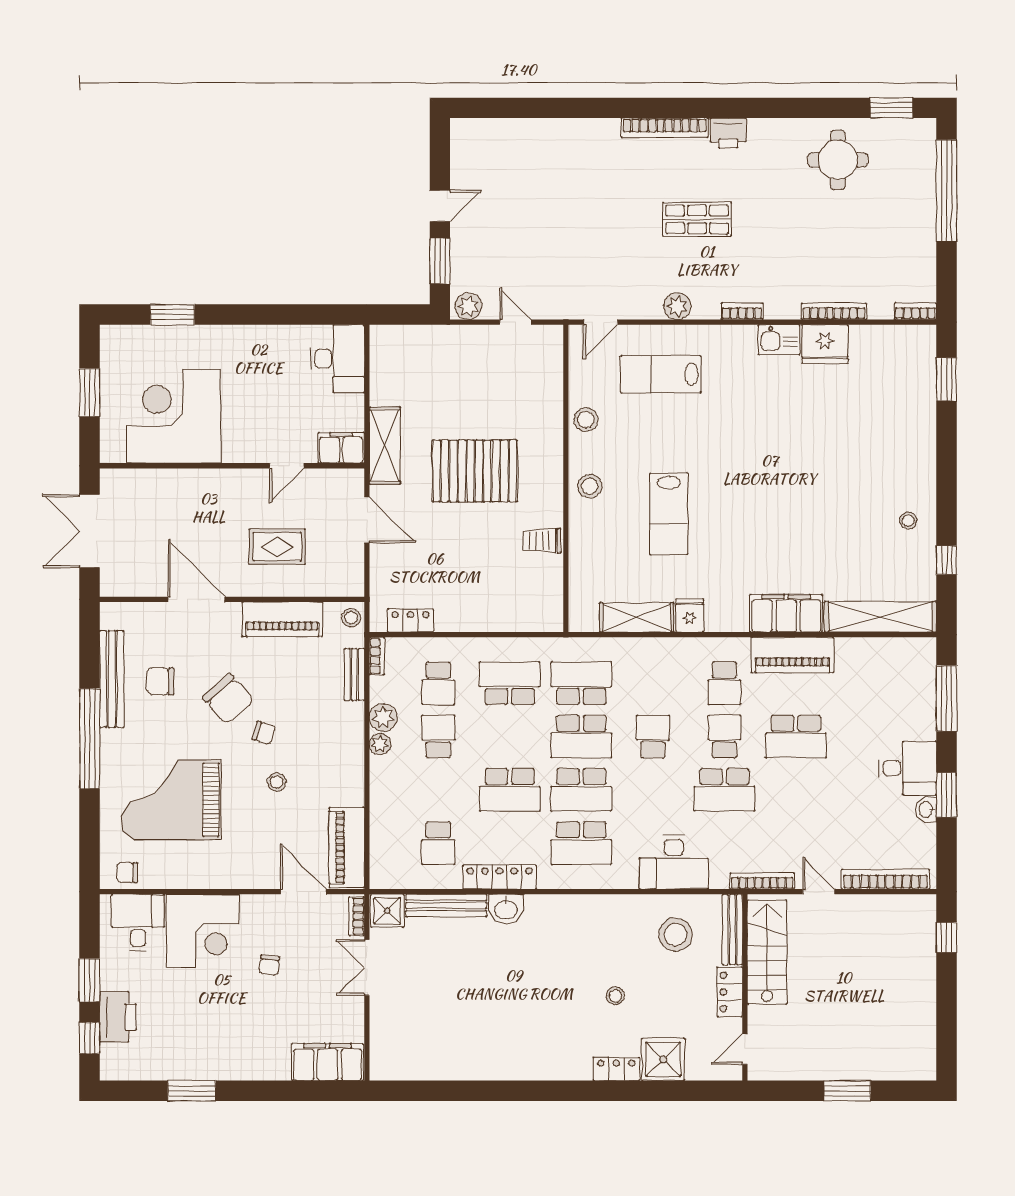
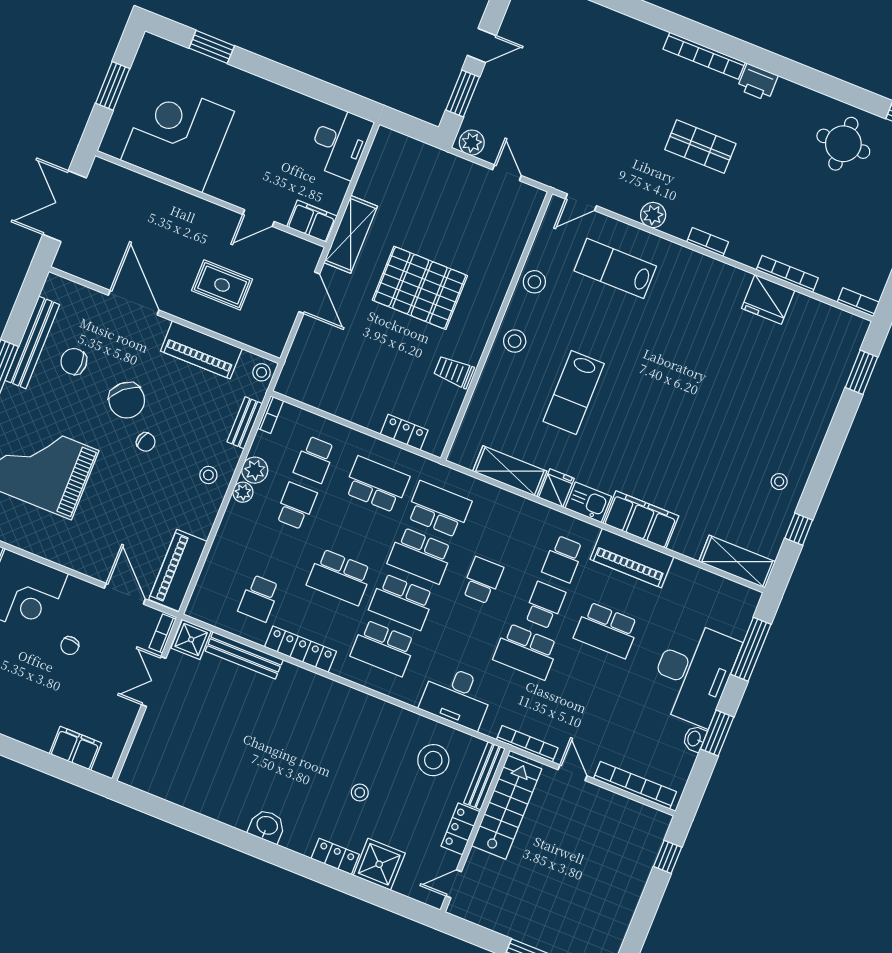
kitchen sink: (779, 340) -> (588, 502), moved, turned 180
shelving: (880, 617) -> (737, 562), width x0.68
locker: (410, 620) -> (404, 432), moved
desk: (908, 768) -> (693, 673), width x1.87, depth x1.30
stool: (277, 782) -> (208, 475), moved
washbasin: (506, 909) -> (267, 826), moved, turned 180
filing cabinet: (327, 1062) -> (75, 748), width x0.67, depth x0.86

